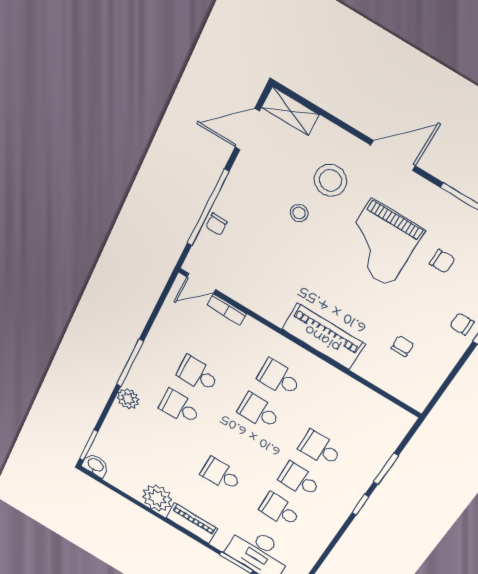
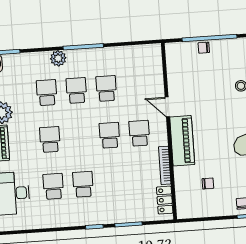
door: (201, 283) -> (167, 107), moved
bookcase: (227, 310) -> (165, 165), moved, width x1.56
locker: (386, 410) -> (165, 200), added
school desk: (320, 448) -> (47, 93), moved

